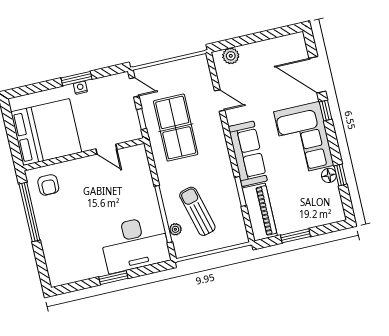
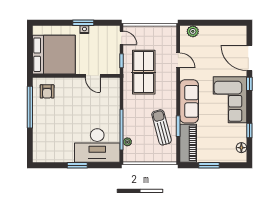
floor lamp: (329, 175) -> (241, 148), moved
sun lounger: (197, 211) -> (162, 127), moved

